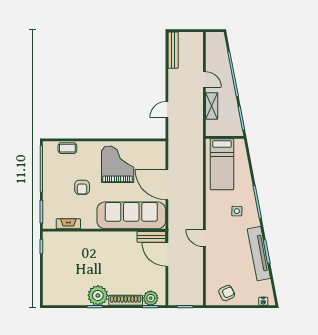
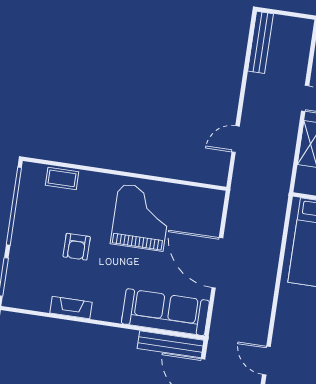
sofa: (131, 215) -> (165, 312), width x0.74, depth x0.79
fireplace: (68, 224) -> (71, 308), moved
bench: (151, 237) -> (170, 344), width x1.36

